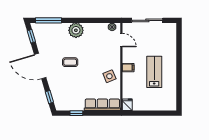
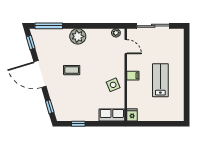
row of seats: (102, 105) -> (112, 115), width x0.68

